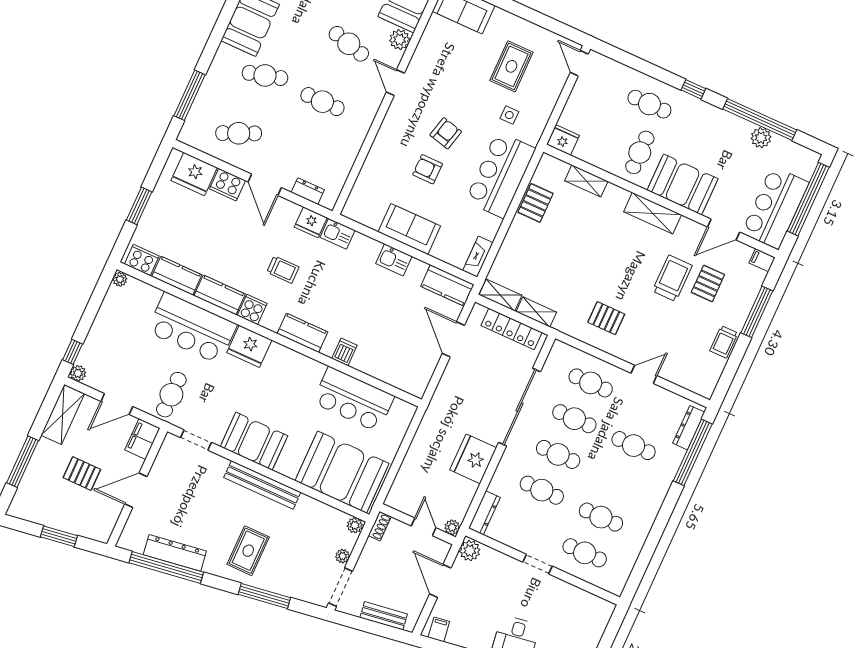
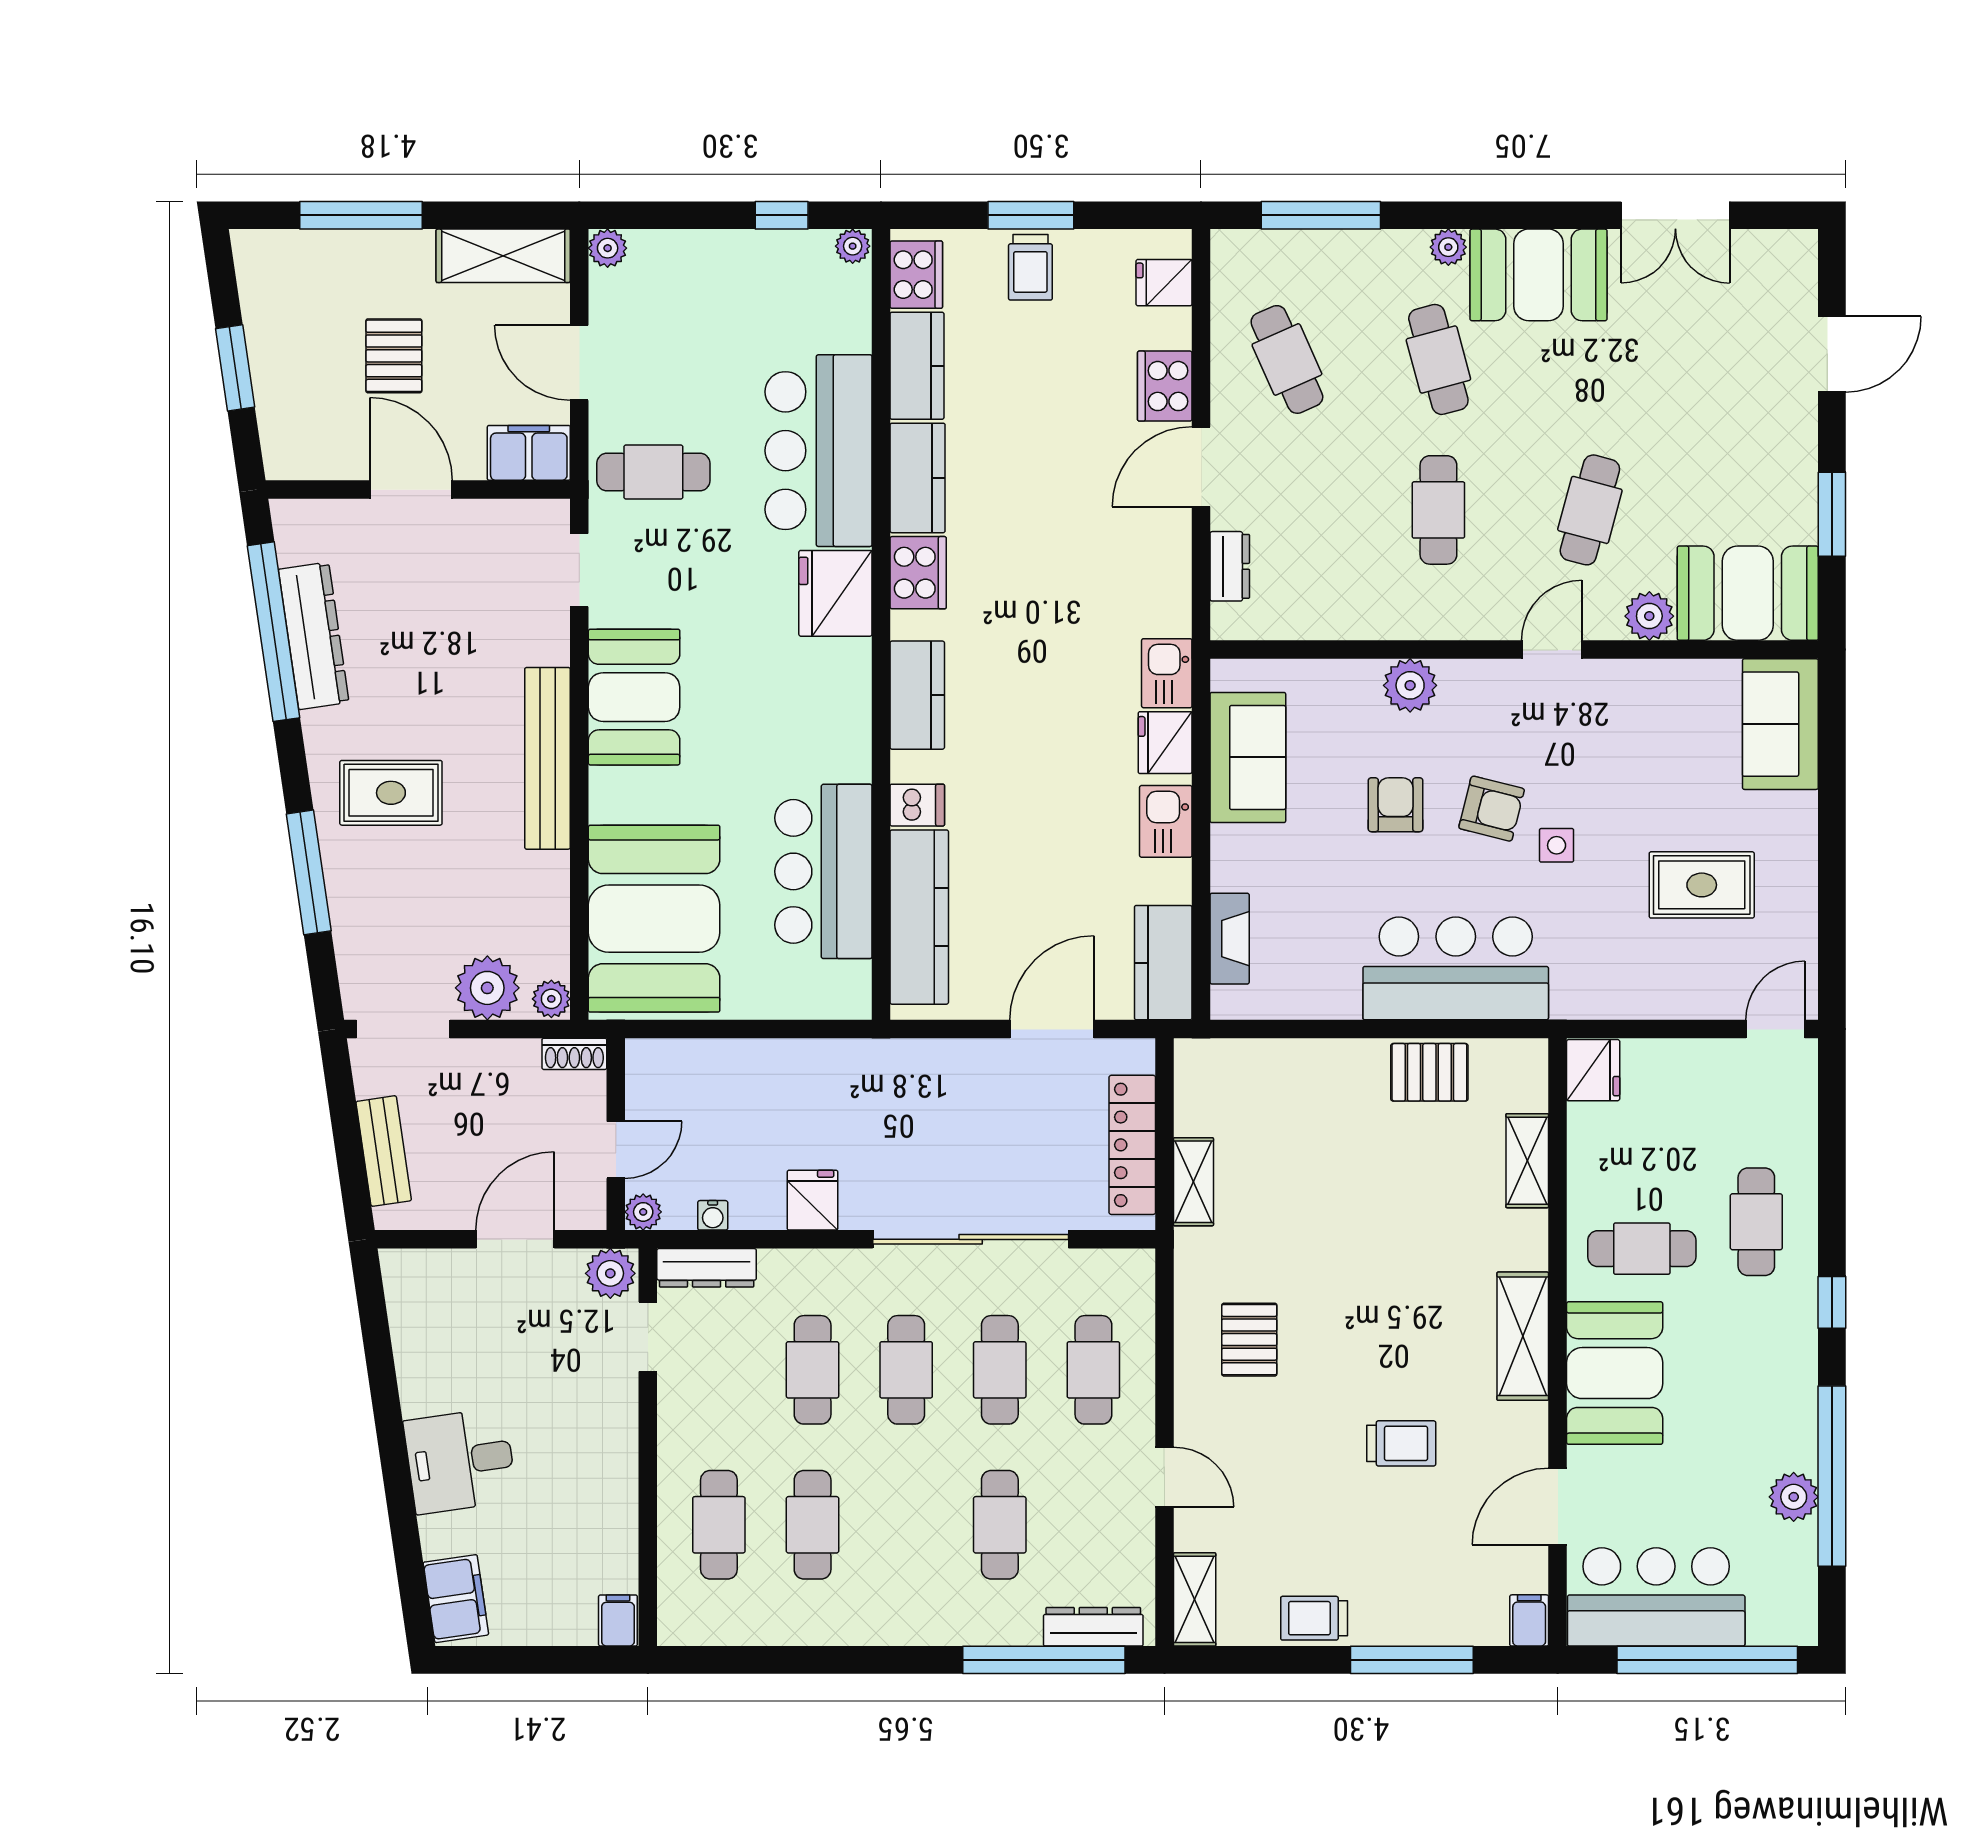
plant: (224, 52) -> (1448, 247), added
side table: (509, 115) -> (1557, 845), moved
plant: (384, 143) -> (1410, 685), added
fridge: (194, 174) -> (1164, 283), width x0.53, depth x0.75
fridge: (311, 222) -> (1165, 743), moved
sofa: (409, 229) -> (1248, 757), moved
door: (724, 229) -> (1558, 1506), hinge flipped
fireplace: (478, 257) -> (1230, 939), moved, turned 90
trolley: (283, 270) -> (1030, 267), moved
trolley: (672, 278) -> (1401, 1443), width x0.73, depth x0.72
pallet: (708, 283) -> (1425, 1526), removed
shelving: (500, 295) -> (1195, 1599), moved
cooker: (252, 309) -> (918, 573), width x1.36
window: (73, 352) -> (782, 215), moved
kitchen counter: (388, 371) -> (919, 917), added
fridge: (473, 459) -> (813, 1200), width x0.53, depth x0.75
water cooler: (465, 501) -> (713, 1215), added
plant: (343, 556) -> (487, 988), width x1.87, depth x1.87
doorway: (537, 564) -> (648, 1337), moved
filing cabinet: (439, 629) -> (618, 1621), moved, turned -82

